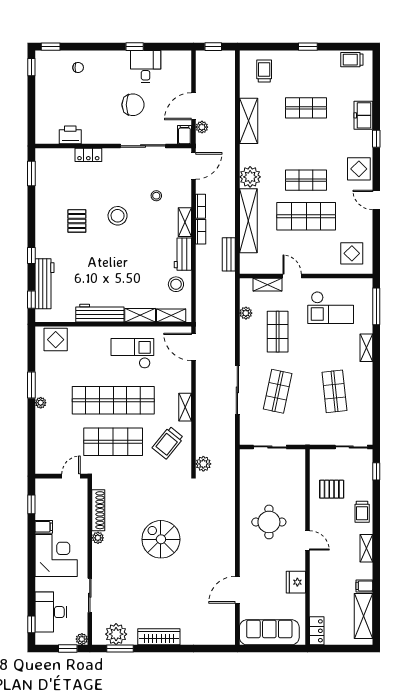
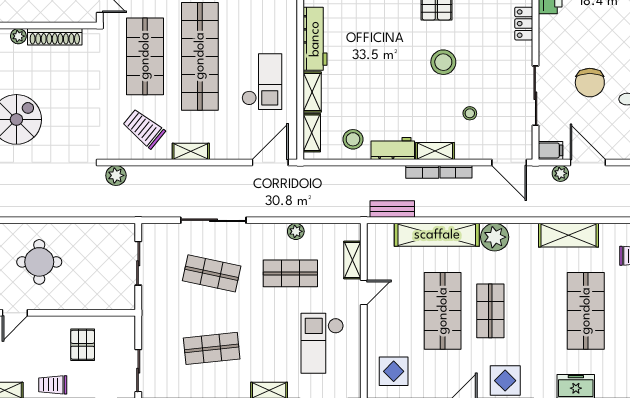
shop shelf: (306, 108) -> (586, 311), width x1.43, depth x1.36
plant: (246, 313) -> (296, 231), moved

